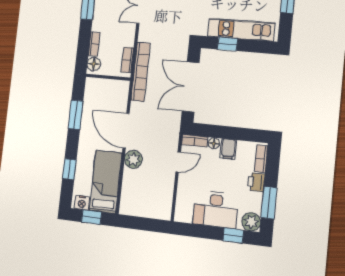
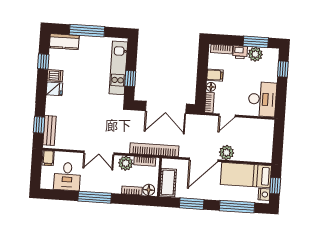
plant: (126, 37) -> (126, 163), added
cot: (101, 87) -> (168, 183), added
door: (178, 162) -> (227, 115), swing flipped
window: (69, 169) -> (237, 207), width x2.17
desk: (216, 209) -> (262, 99), moved
plant: (251, 222) -> (255, 54), moved

